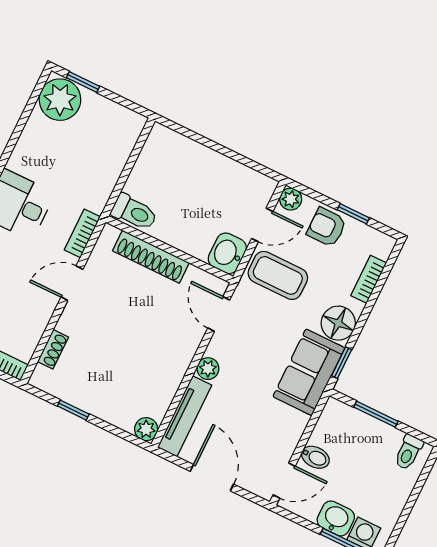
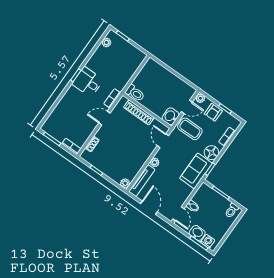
plant: (60, 100) -> (106, 43), width x0.53, depth x0.53
armchair: (327, 227) -> (213, 112), turned -90
door: (284, 480) -> (178, 214), hinge flipped

